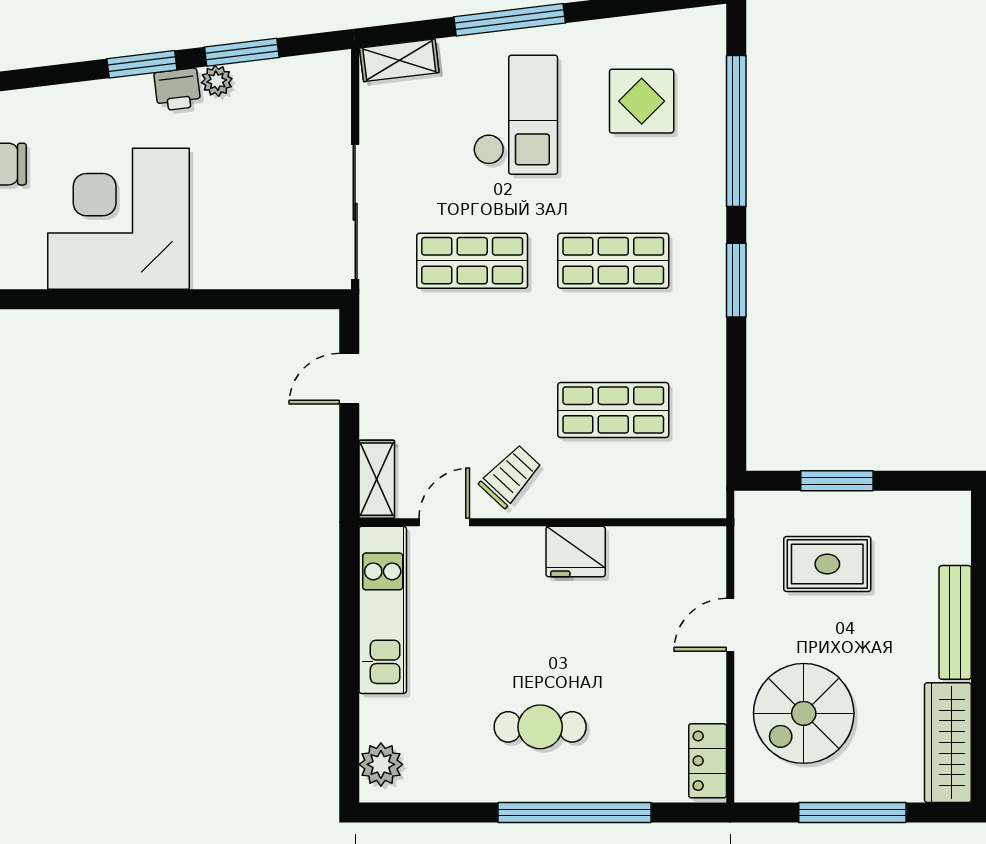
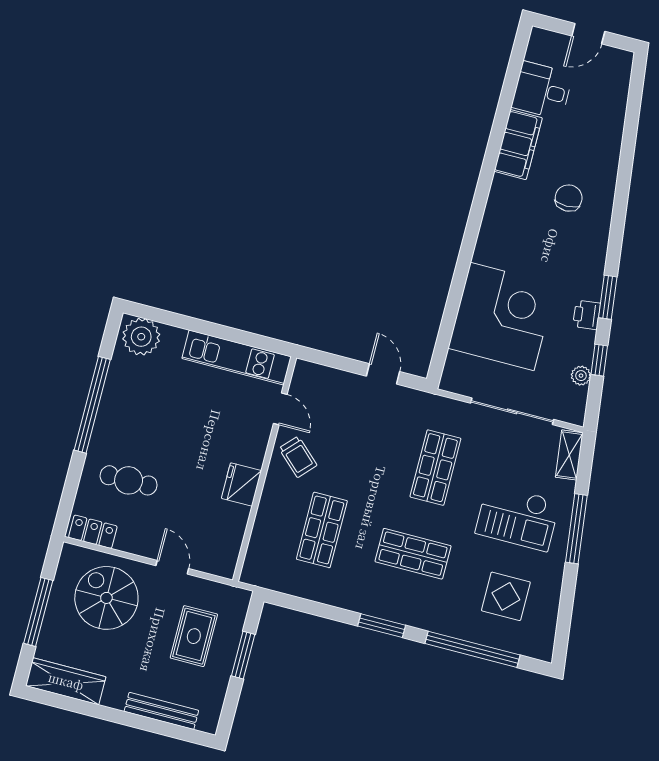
window: (242, 52) -> (599, 360), width x0.67
plant: (217, 81) -> (581, 376), moved
sliding door: (355, 212) -> (512, 411), moved
corner desk: (119, 219) -> (502, 317), moved
shop shelf: (613, 261) -> (413, 554), turned 90
shelving: (377, 479) -> (317, 375), removed
bench: (955, 622) -> (161, 711), moved
cafe table: (540, 727) -> (129, 480), moved, turned 90
plant: (381, 764) -> (141, 337), width x1.36, depth x1.36
window: (575, 812) -> (92, 405), moved

